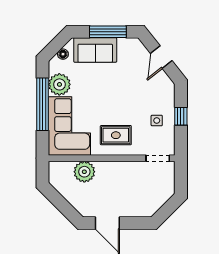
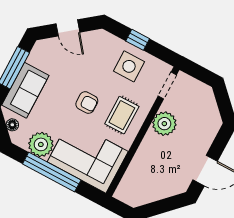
armchair: (111, 103) -> (87, 103), added
side table: (157, 121) -> (129, 66), width x1.87, depth x1.87
plant: (84, 172) -> (164, 124), moved

